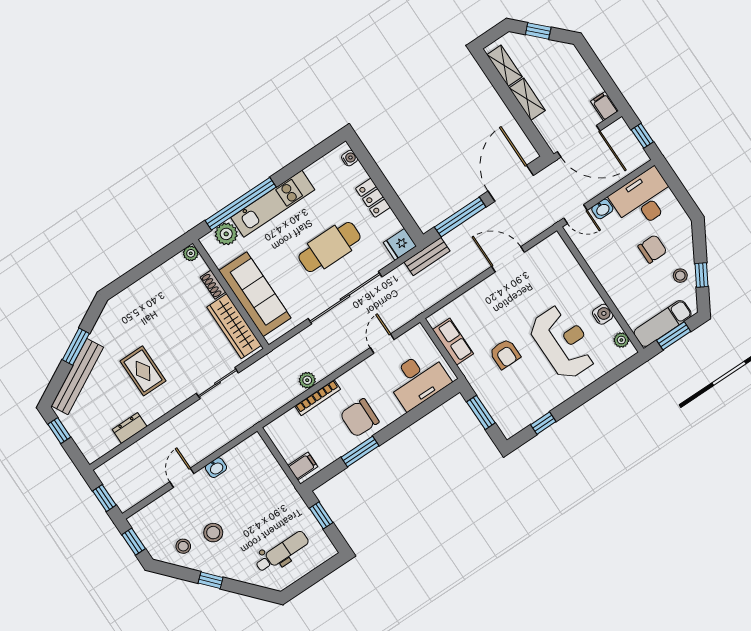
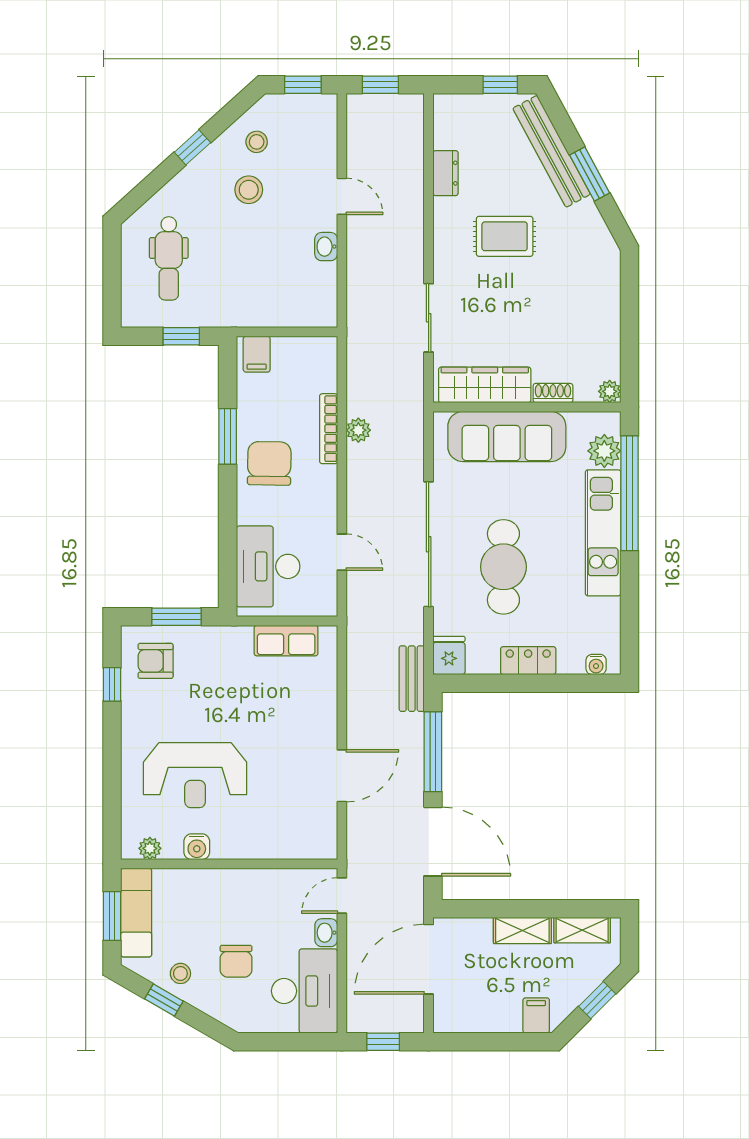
filing cabinet: (605, 106) -> (536, 1015), moved, turned -90
armchair: (505, 354) -> (156, 661), moved

